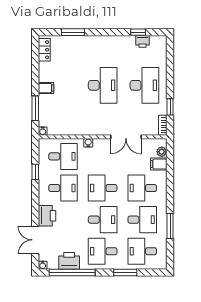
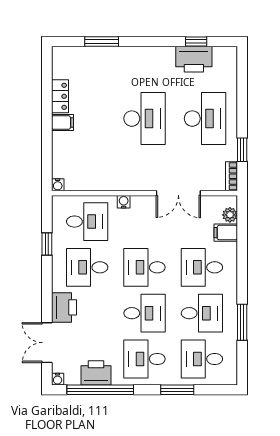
printer: (143, 41) -> (194, 59), width x1.87, depth x1.48
locker: (44, 50) -> (60, 96), moved
window: (35, 108) -> (47, 152), removed
desk: (63, 188) -> (87, 267), turned 180

